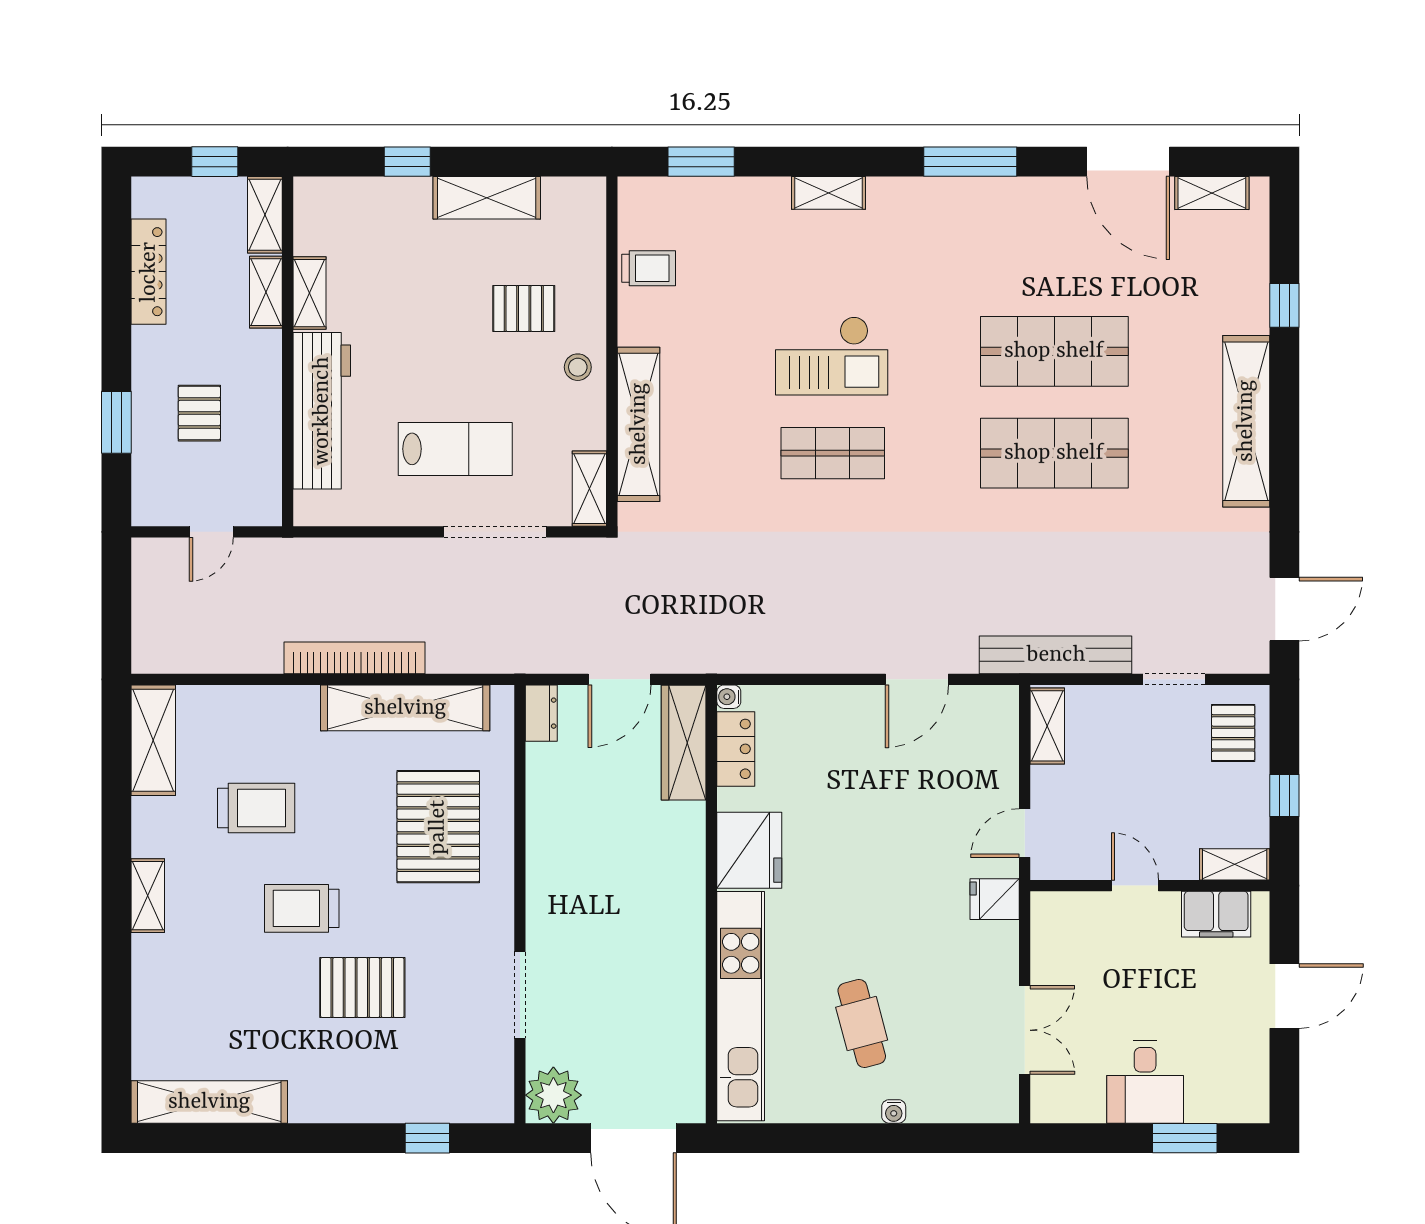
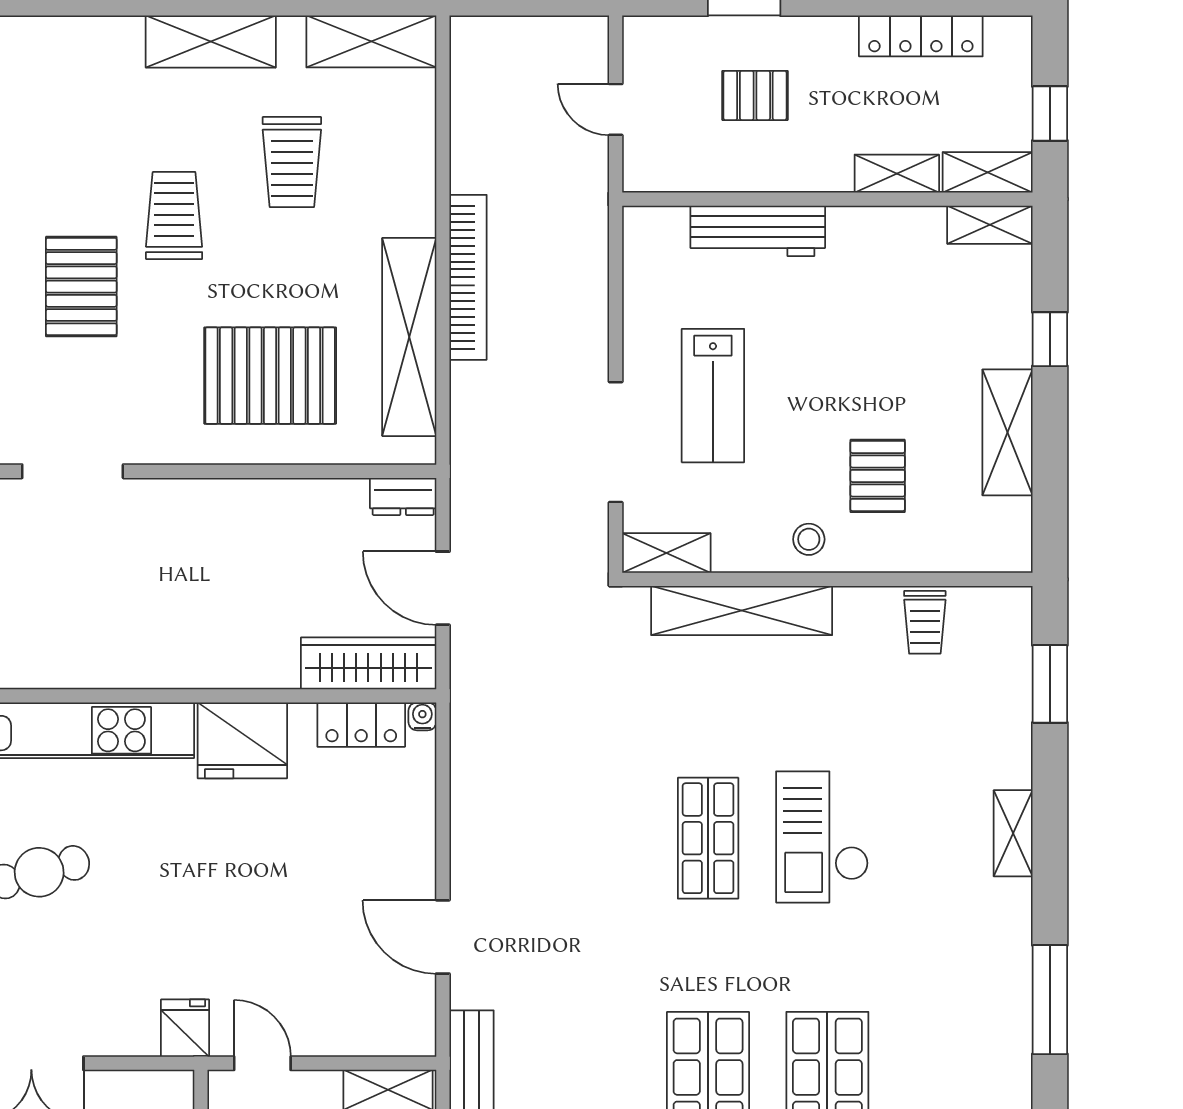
shelving: (310, 293) -> (990, 225), moved
workbench: (322, 411) -> (758, 231), width x0.73, depth x0.76
shelving: (148, 896) -> (211, 41), width x1.50, depth x1.33

